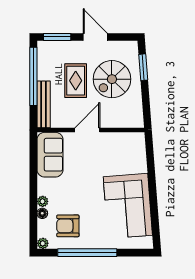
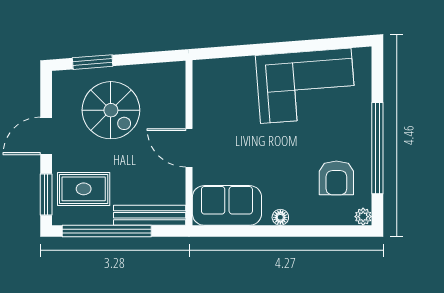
rug: (76, 81) -> (84, 189), moved
plant: (43, 201) -> (299, 217), removed
floor lamp: (42, 213) -> (280, 217), moved

